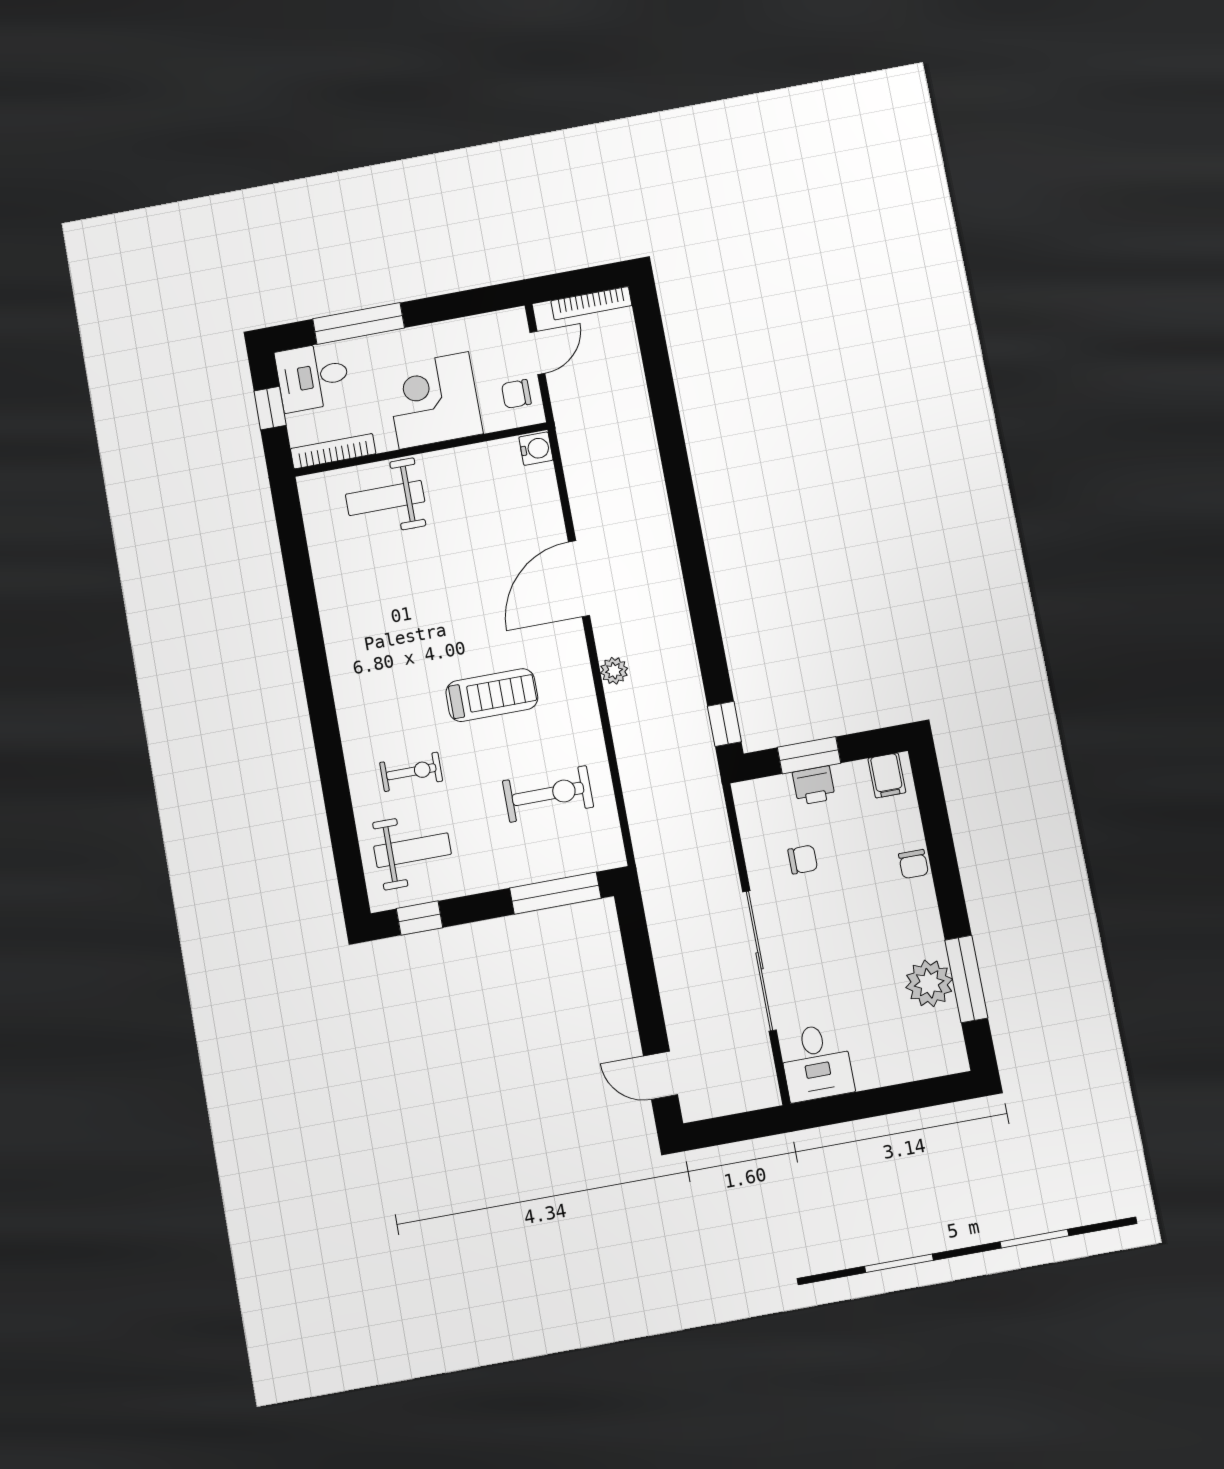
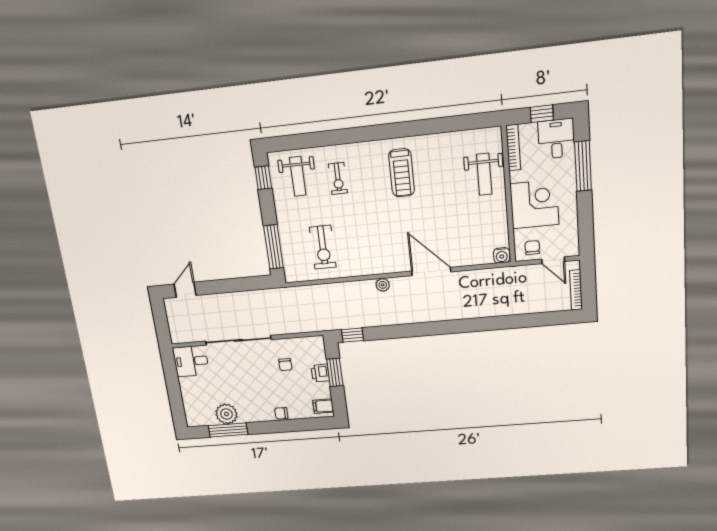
weight bench: (385, 498) -> (484, 174), turned 180
treadmill: (492, 695) -> (402, 173), moved

